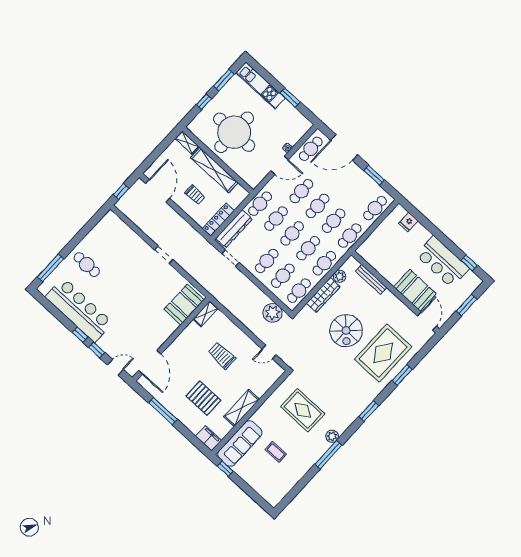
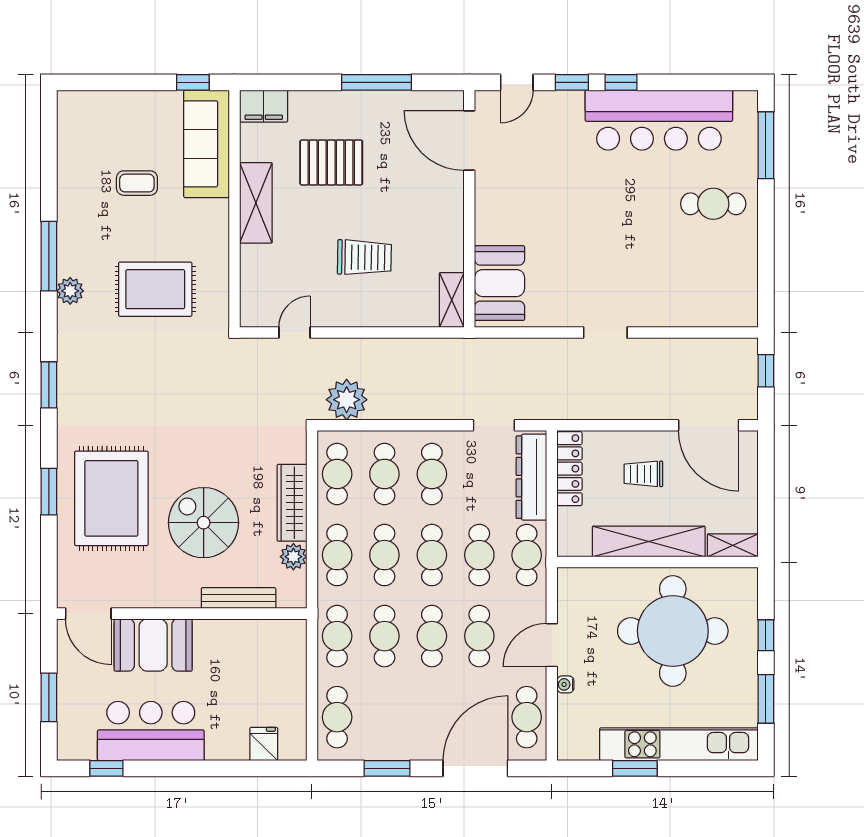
kitchen unit: (260, 85) -> (679, 744), width x1.36
spiral stairs: (346, 331) -> (204, 523), moved

